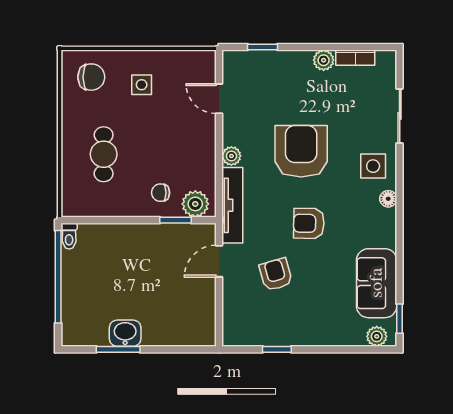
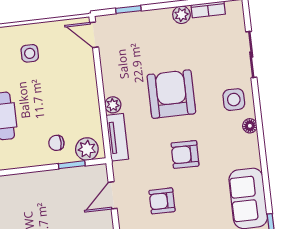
door: (219, 99) -> (94, 35), moved
tv unit: (232, 205) -> (117, 137), width x0.71
armchair: (276, 274) -> (162, 201), turned -74

